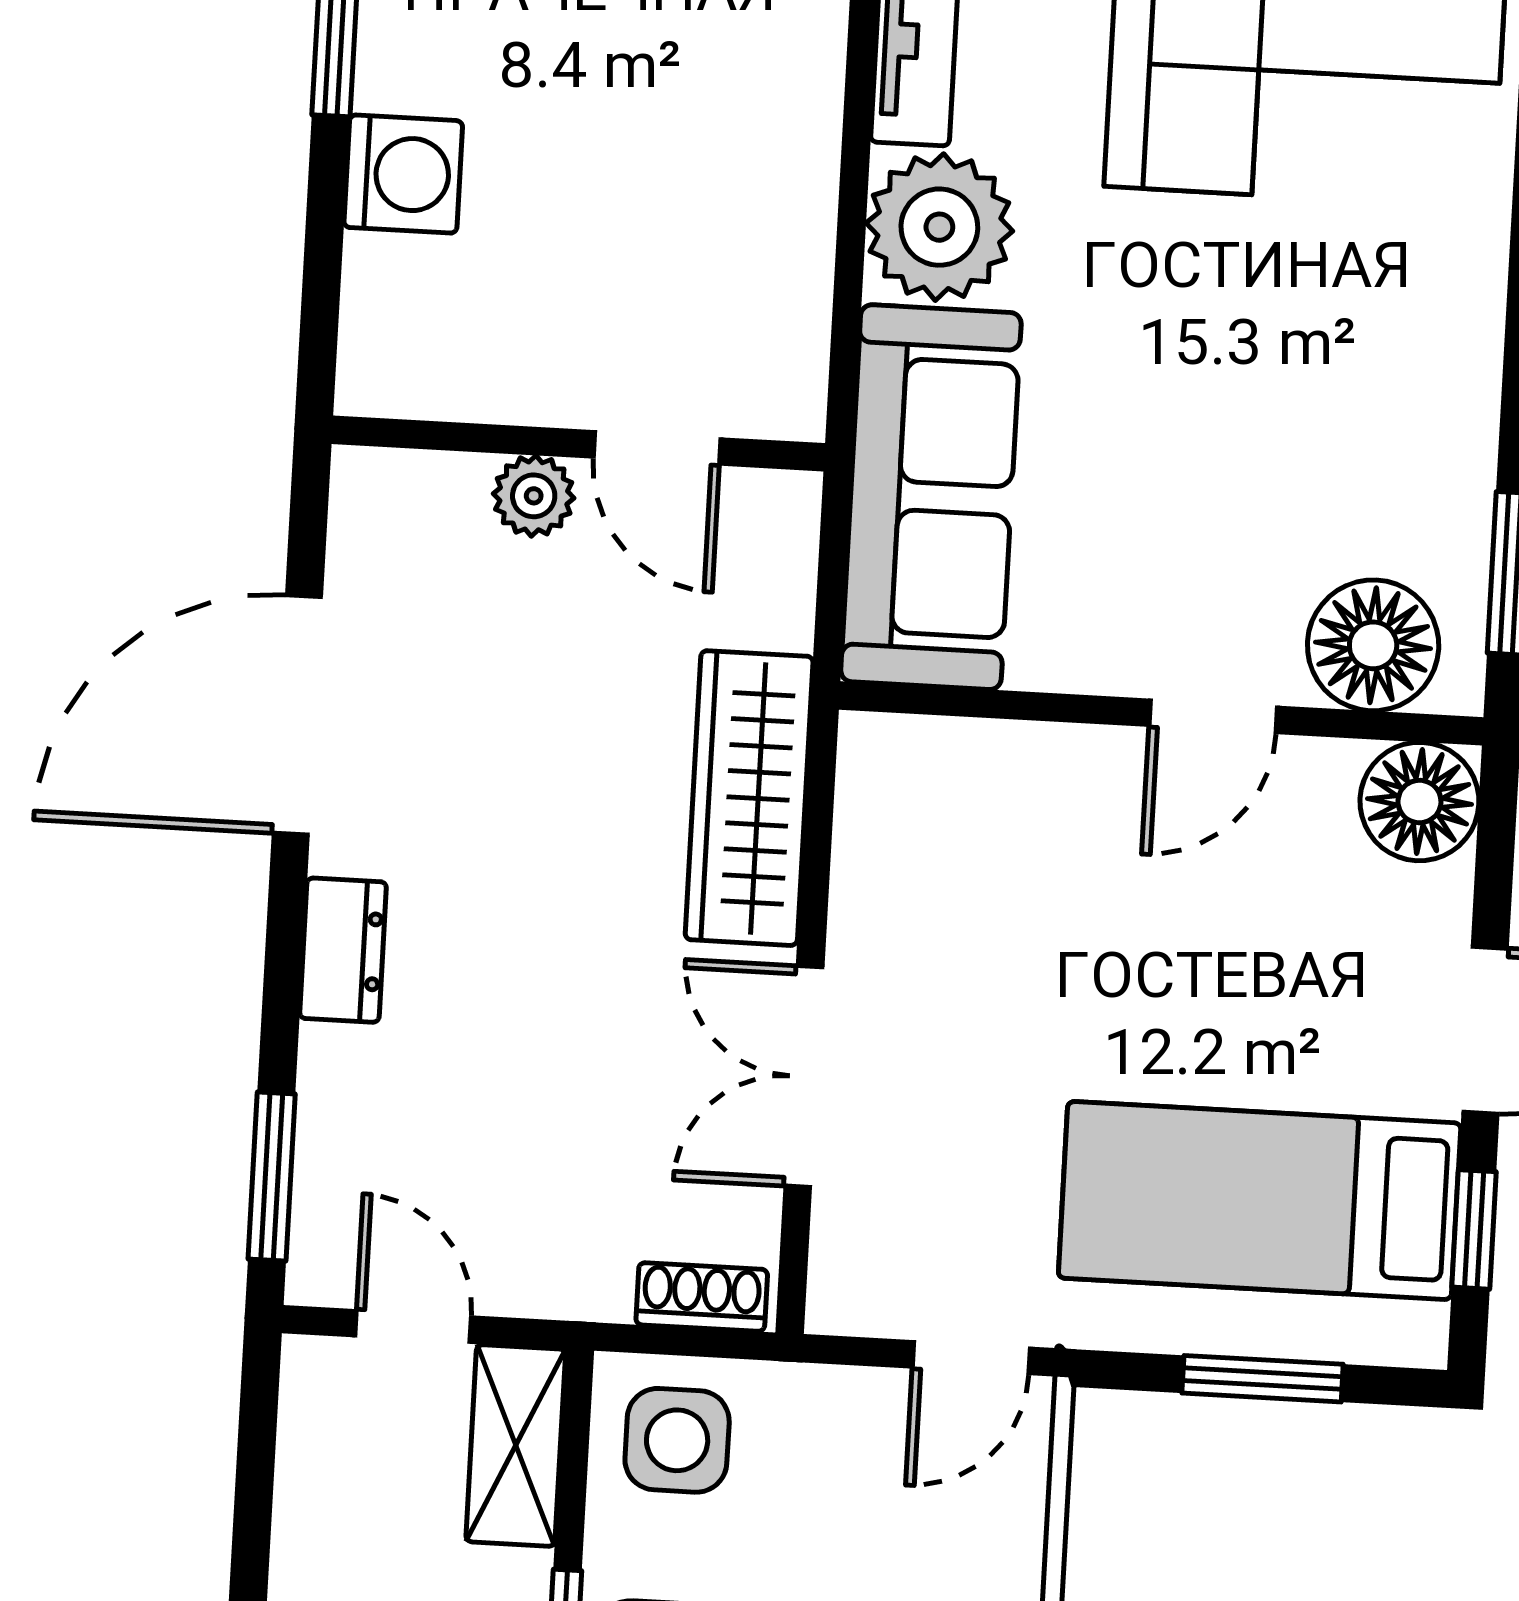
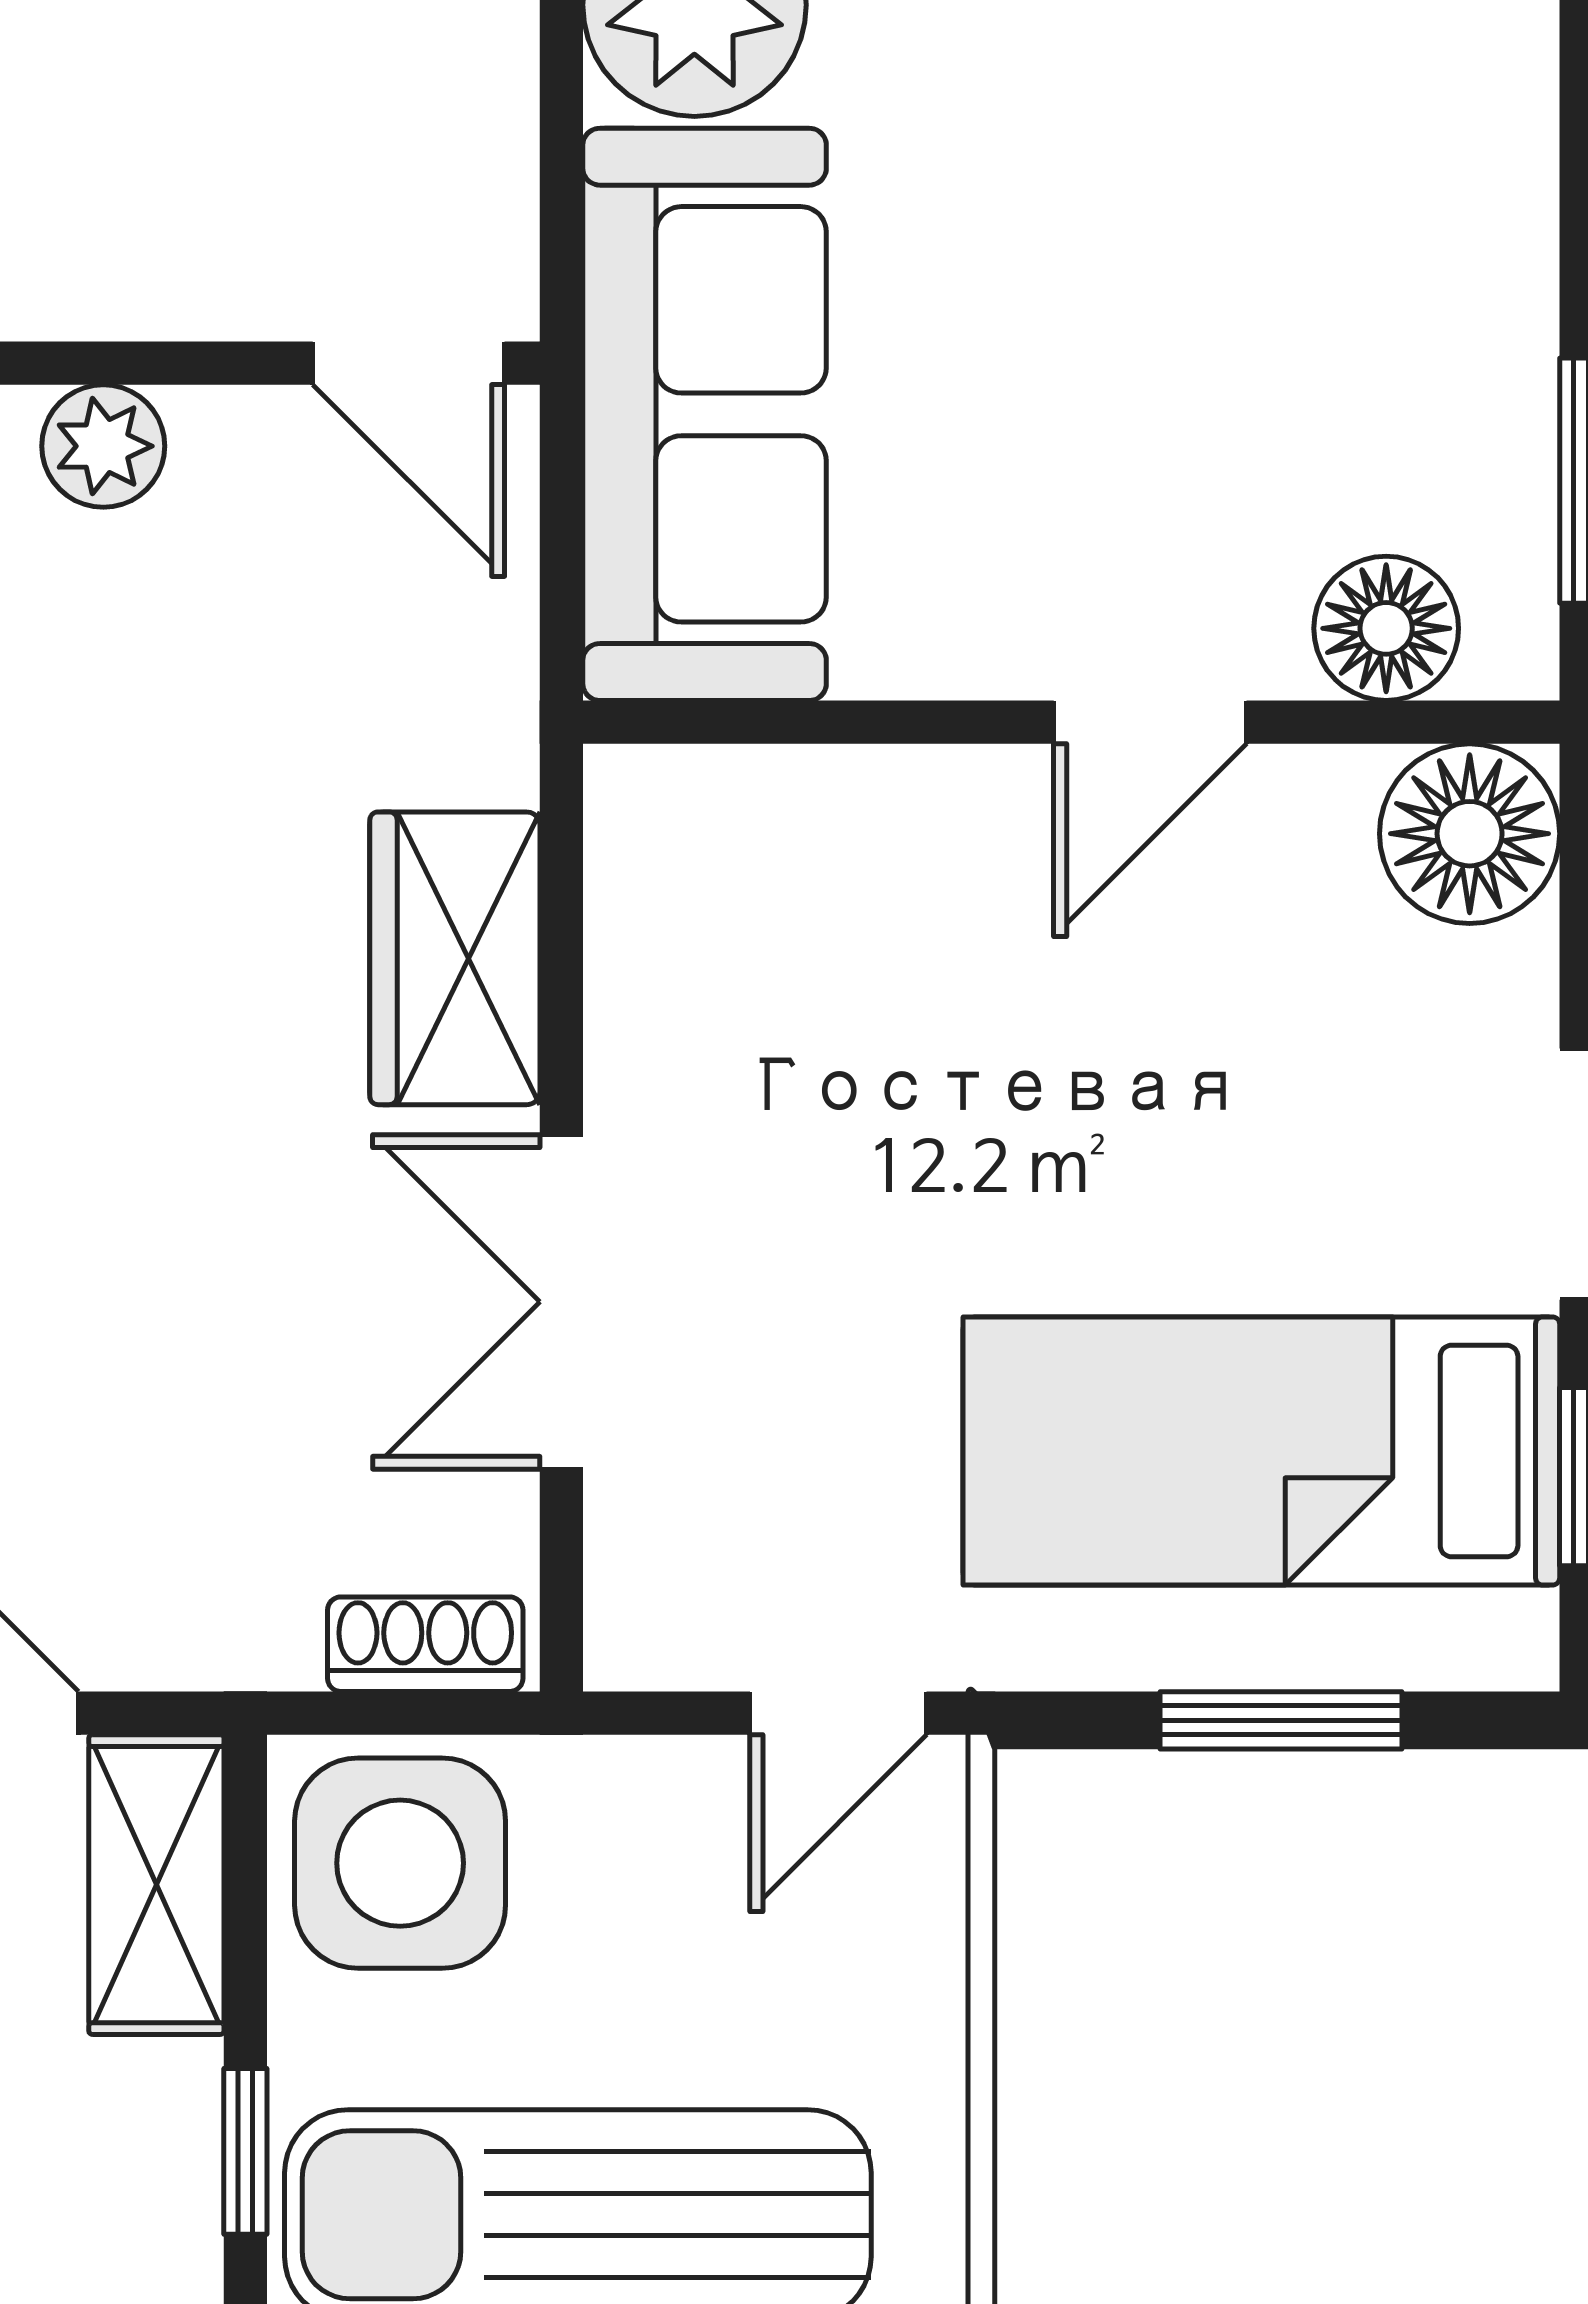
door: (657, 448) -> (409, 363), moved
floor lamp: (1373, 645) -> (1386, 628), width x0.73, depth x0.73
wardrobe: (749, 798) -> (455, 958), width x0.67
side table: (677, 1440) -> (400, 1863), width x1.37, depth x1.37

